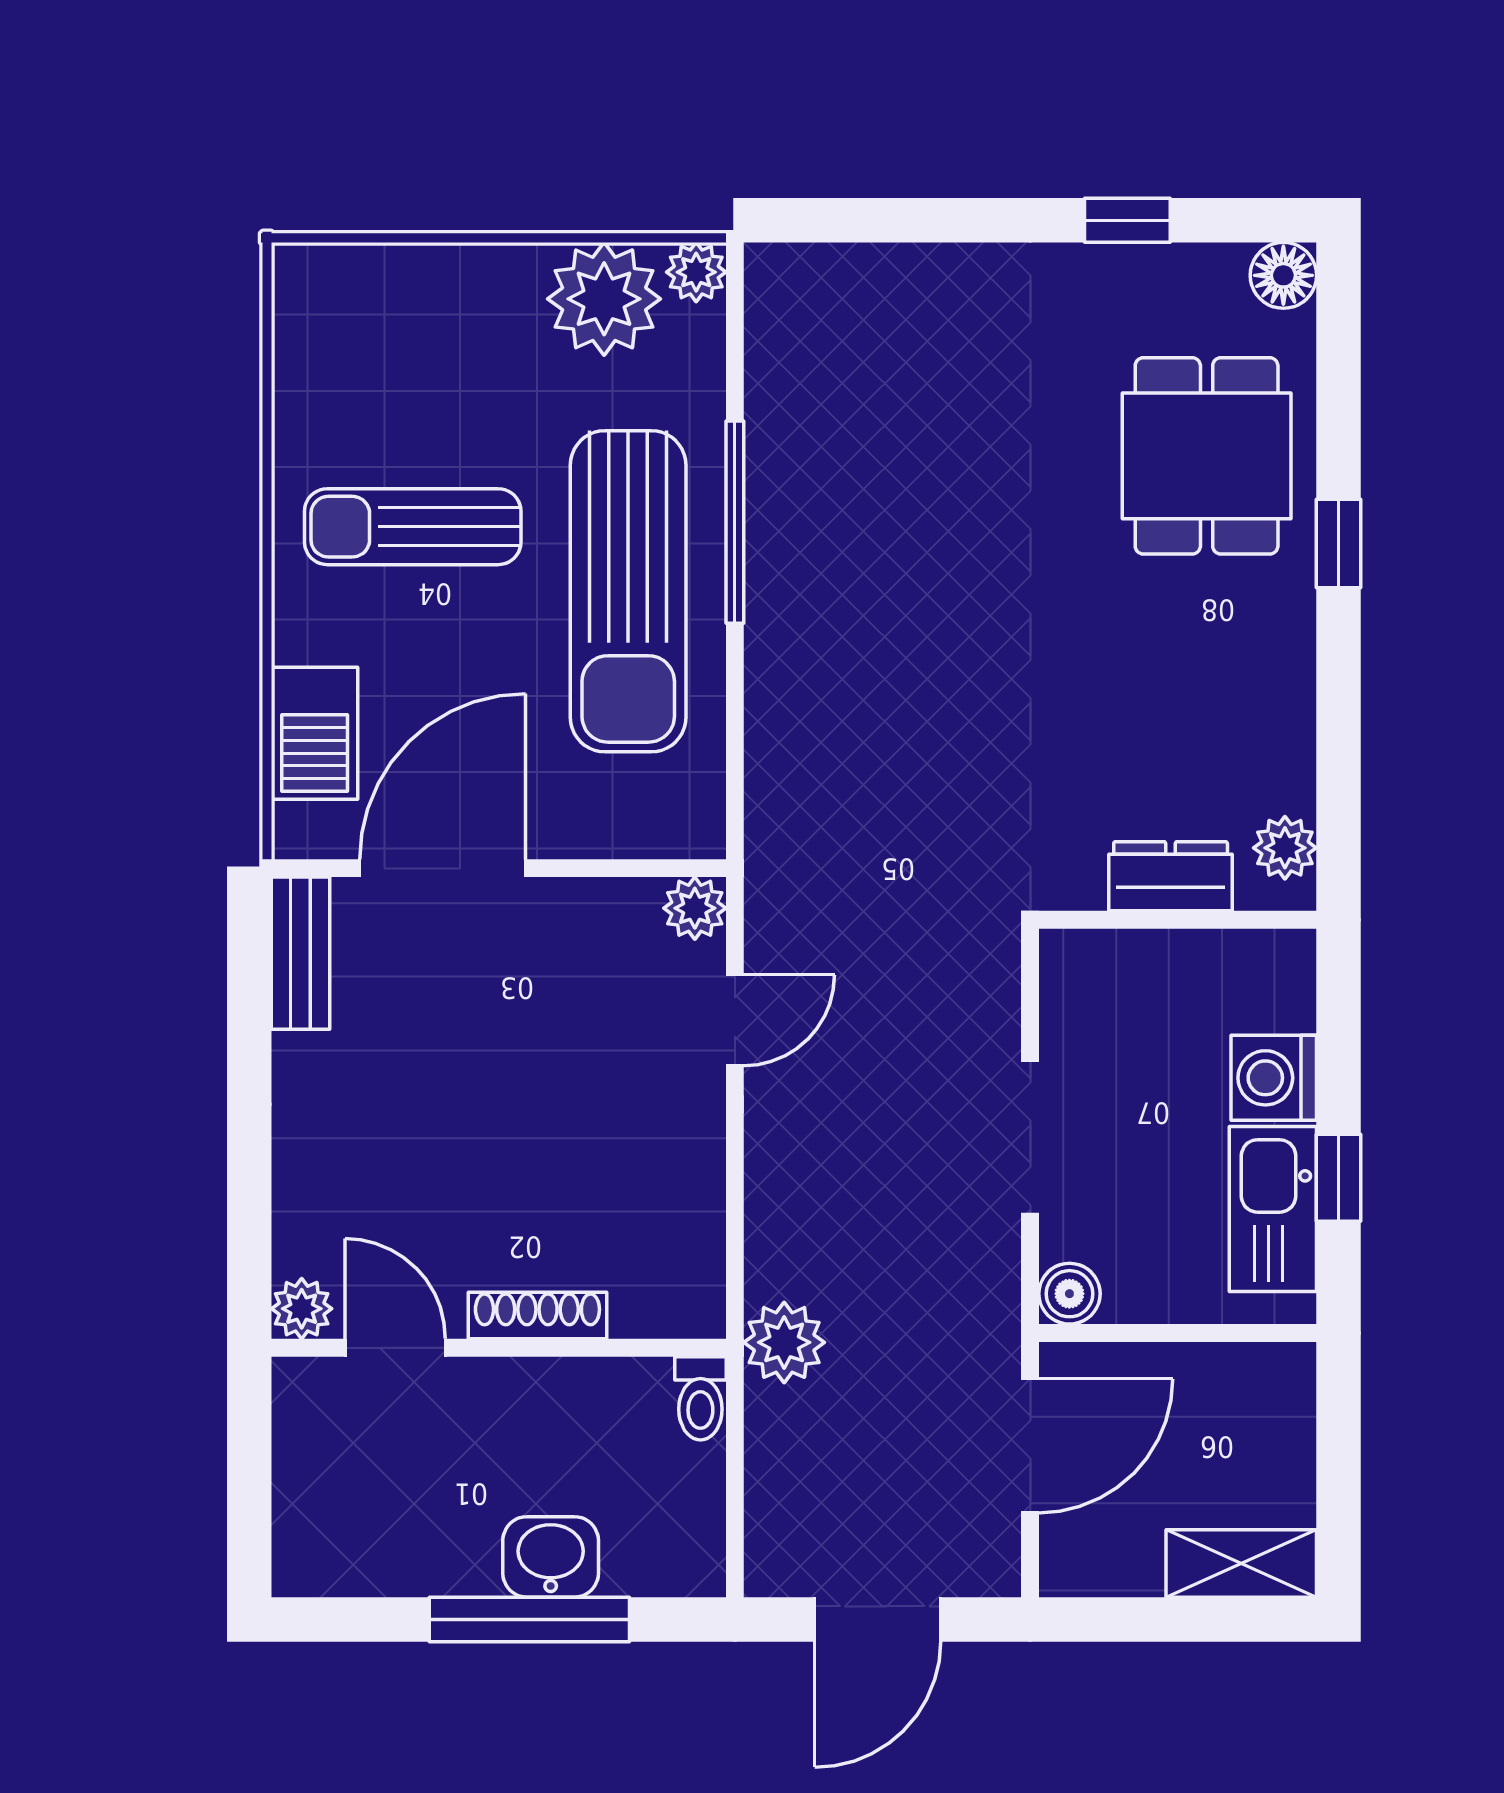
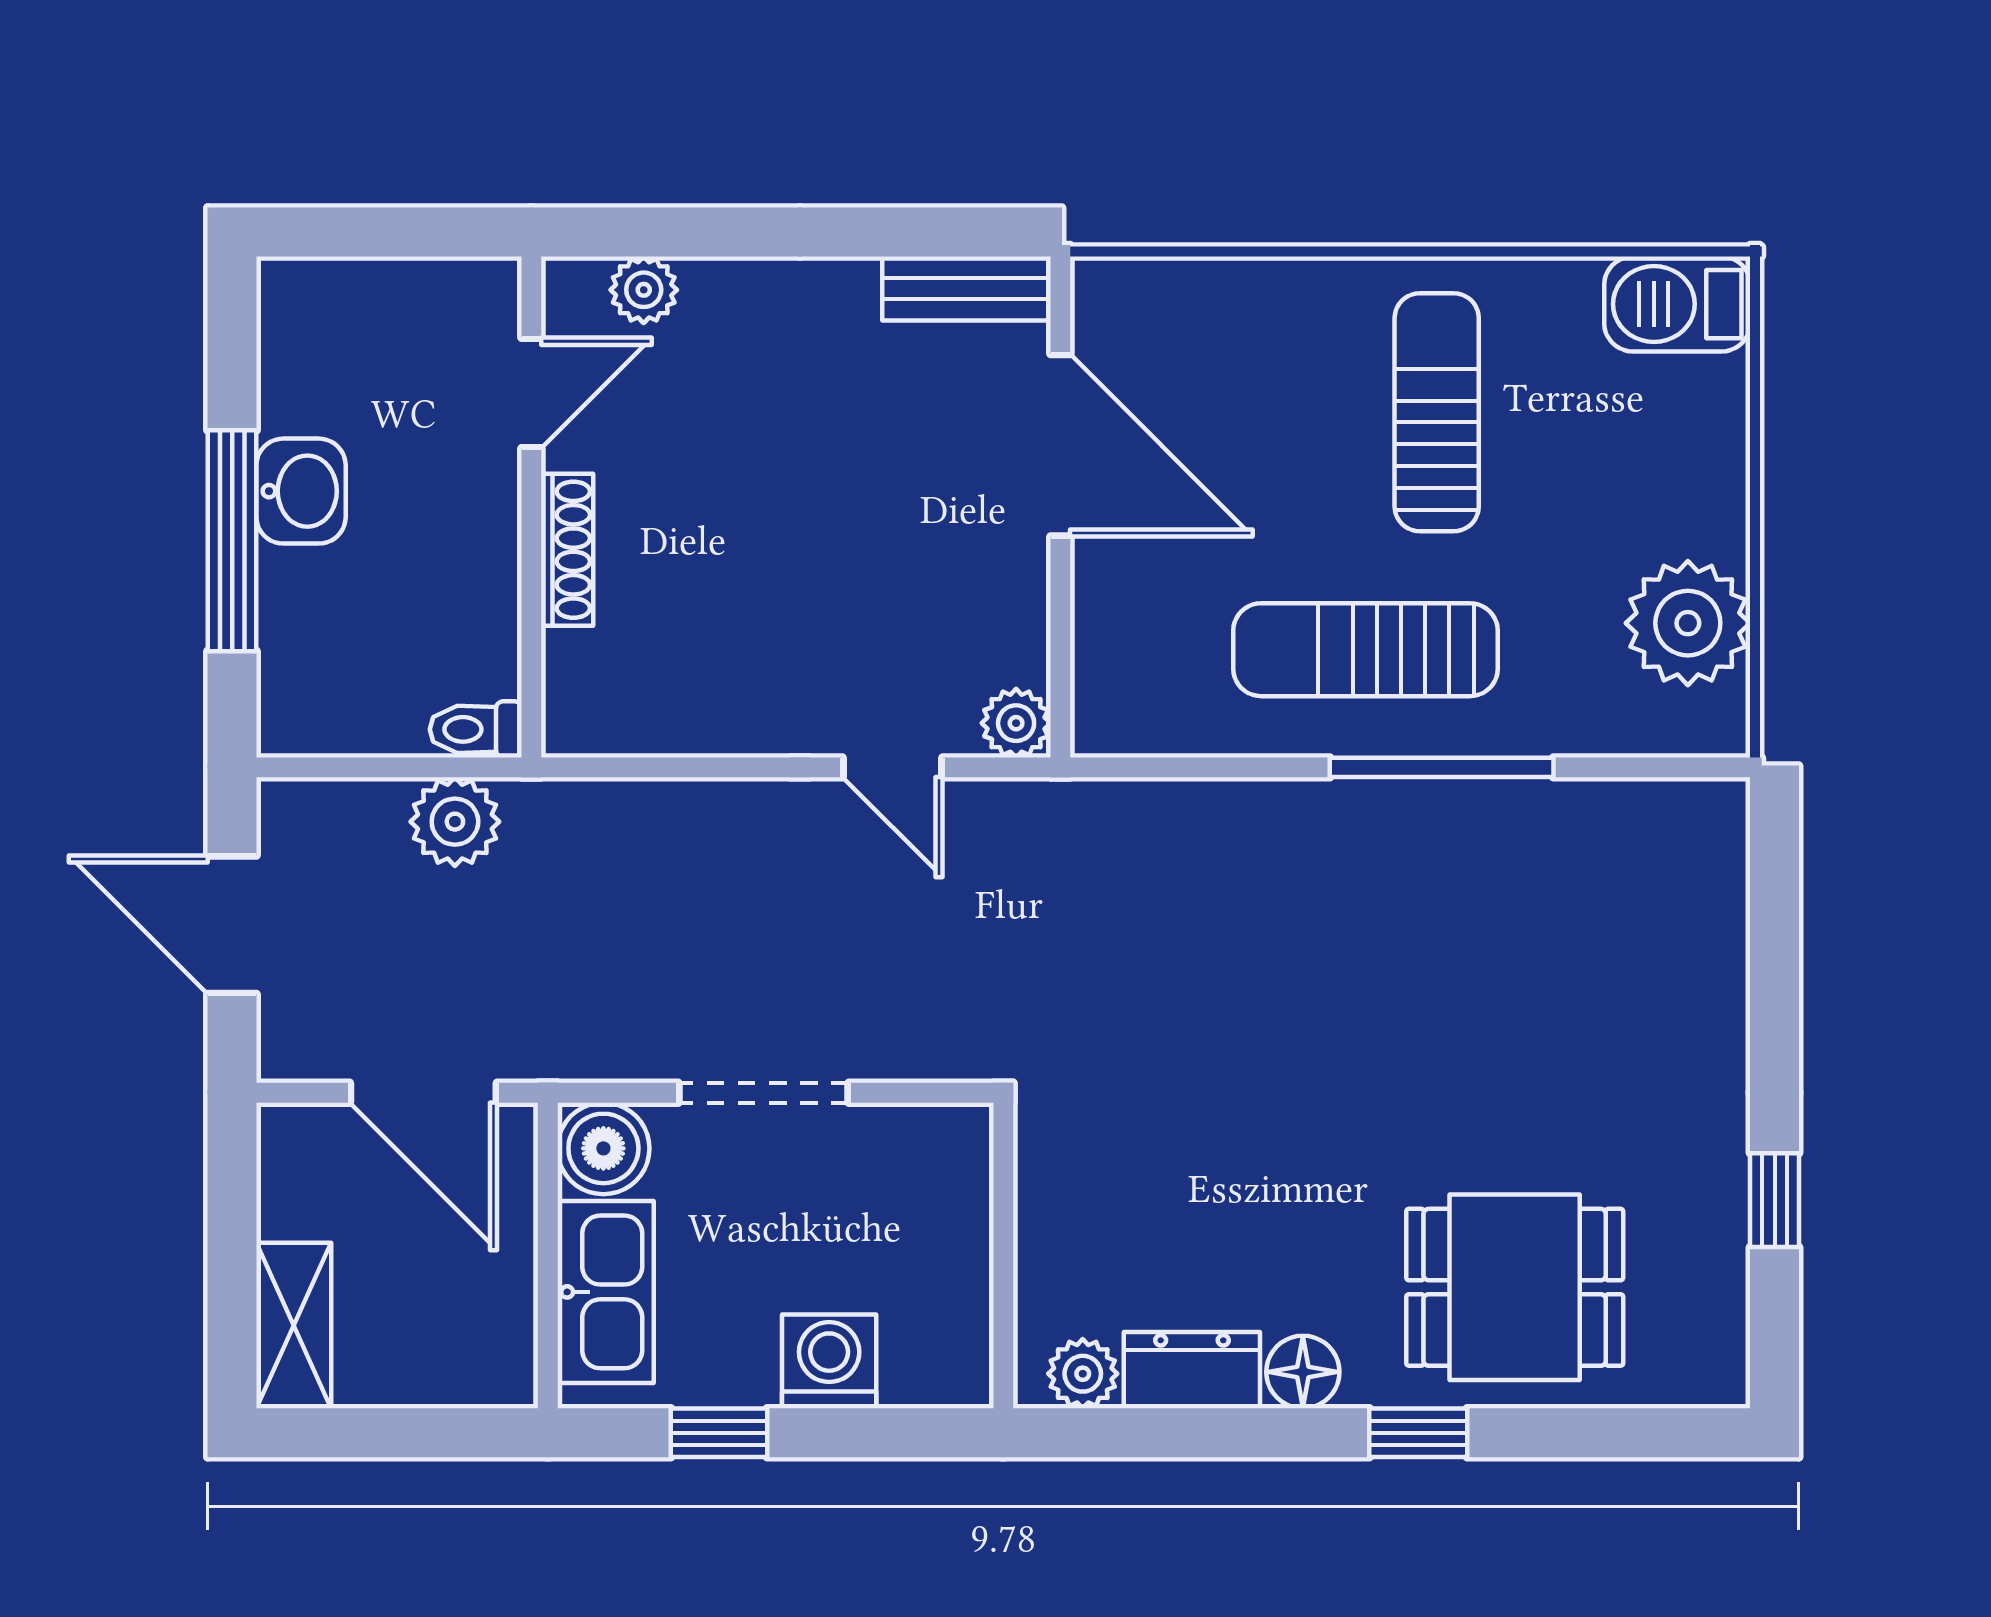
plant: (696, 272) -> (1717, 725), removed
floor lamp: (1283, 275) -> (1303, 1372), moved
sun lounger: (628, 591) -> (1366, 650), width x0.73, depth x0.75
barbecue: (315, 733) -> (1677, 304), moved
dresser: (1171, 876) -> (1192, 1370), moved, turned -90
kitchen sink: (1273, 1209) -> (606, 1292), moved, turned 90
boiler: (1069, 1294) -> (603, 1148), width x1.36, depth x1.36
plant: (302, 1309) -> (644, 290), moved
plant: (784, 1342) -> (455, 822), moved
washbasin: (551, 1557) -> (301, 491), moved

